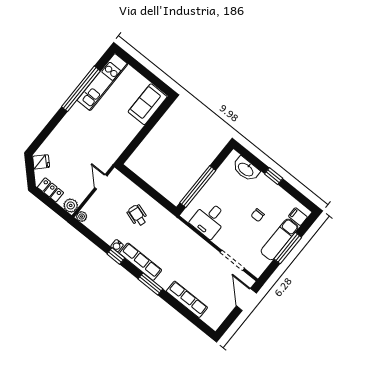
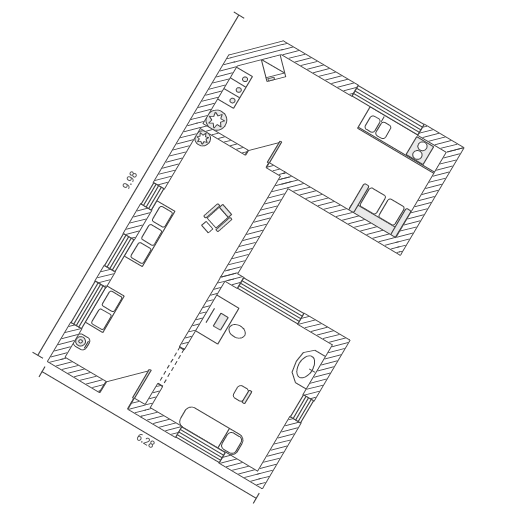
filing cabinet: (298, 217) -> (248, 453), removed
water cooler: (117, 246) -> (82, 342), moved
row of seats: (187, 299) -> (105, 309), width x0.68
window: (183, 310) -> (88, 305), added

